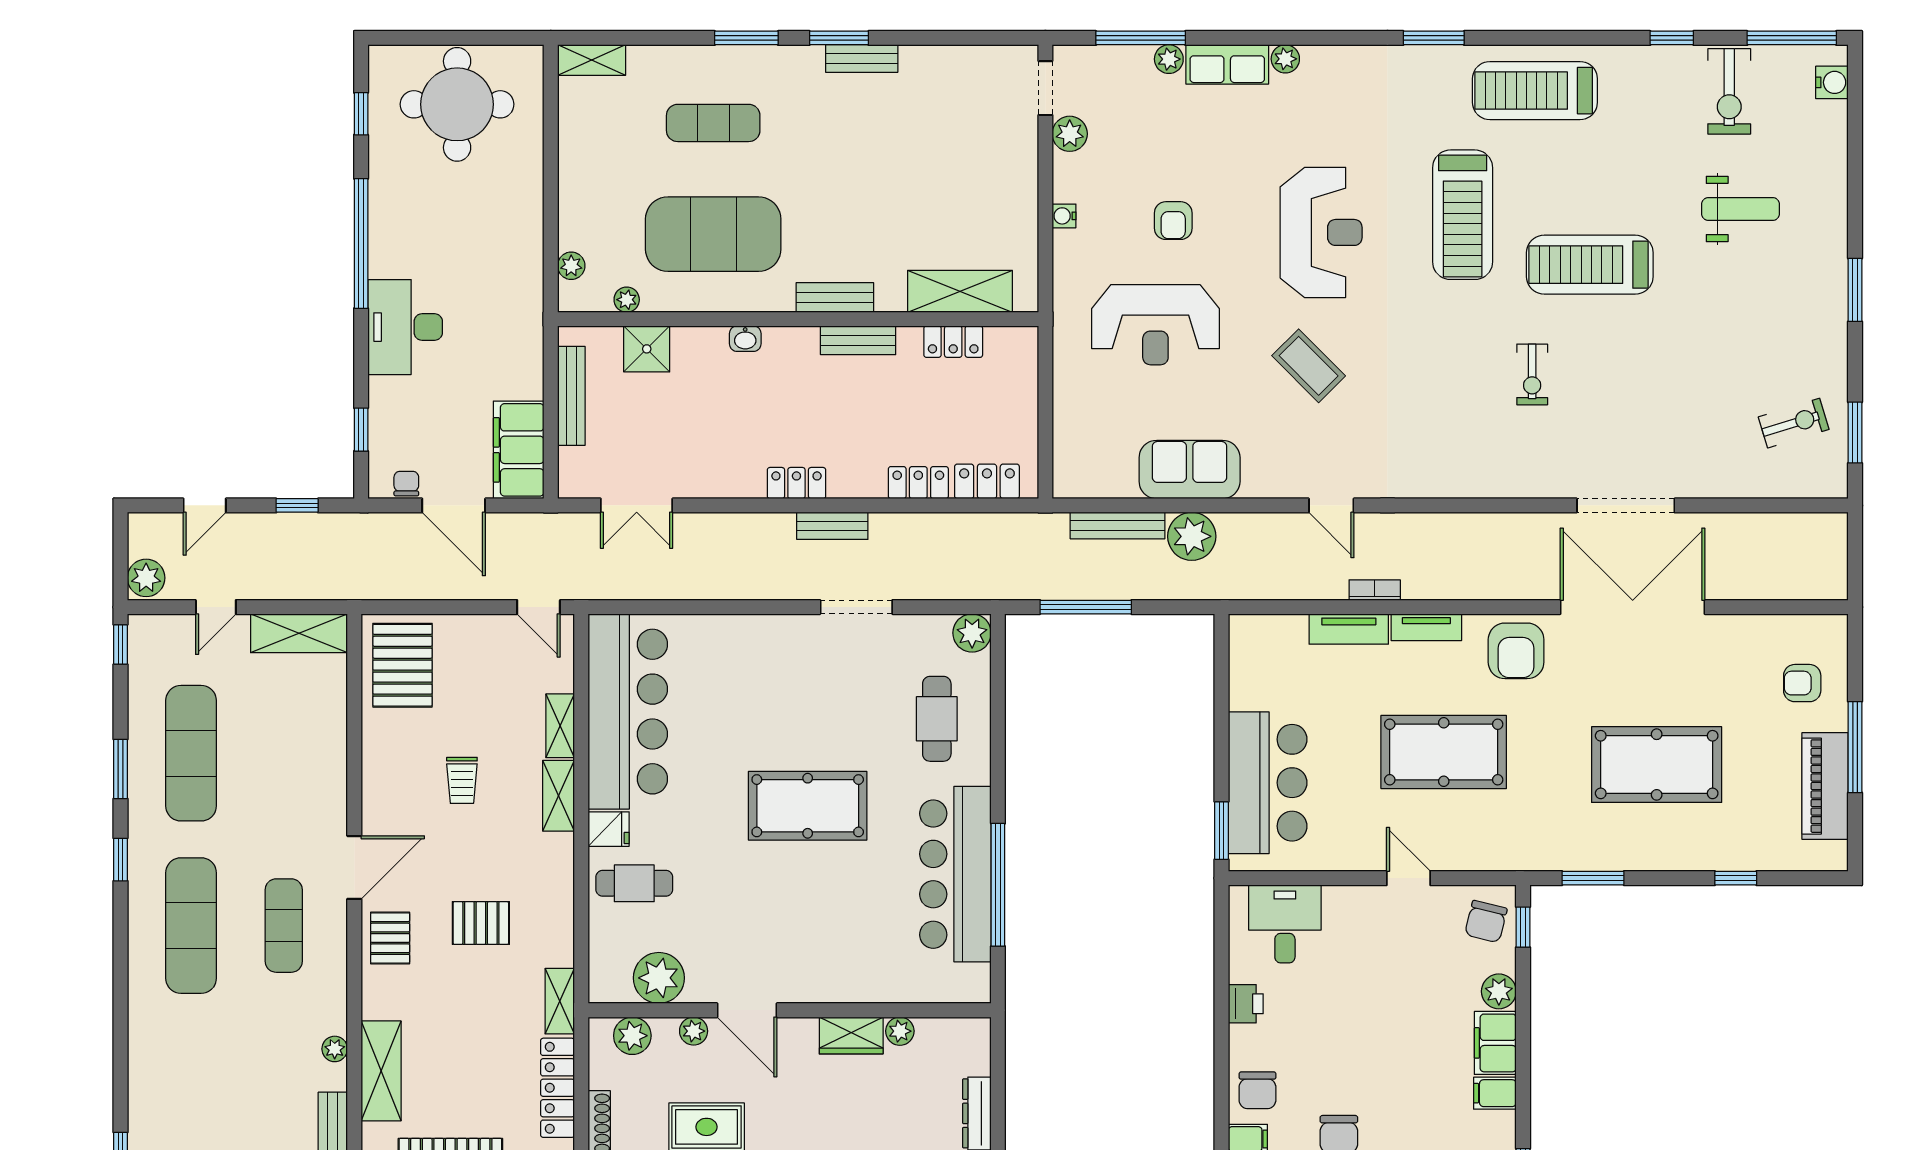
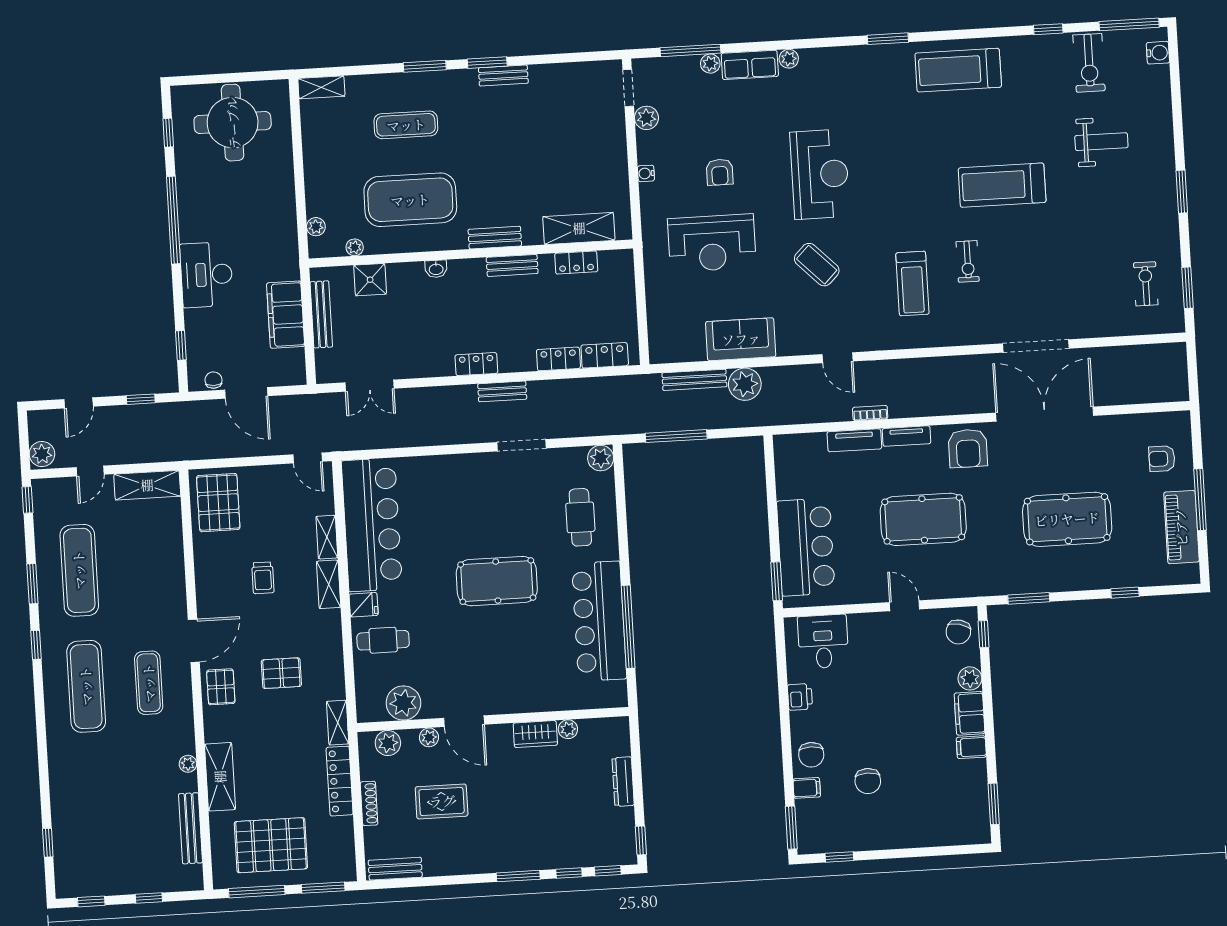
treadmill: (1463, 215) -> (912, 283), moved, width x0.73, depth x0.73
exercise bike: (1794, 423) -> (1146, 284), turned -73
filing cabinet: (519, 450) -> (286, 315), moved

